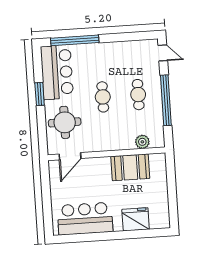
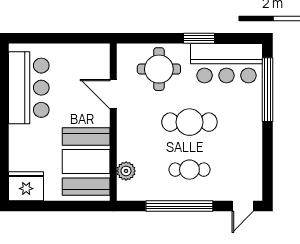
cafe table: (103, 97) -> (189, 122), width x1.37, depth x1.35
door: (70, 156) -> (113, 94), moved
booth: (130, 167) -> (86, 162), width x1.36, depth x1.42
fridge: (136, 219) -> (26, 186), moved, turned -90

